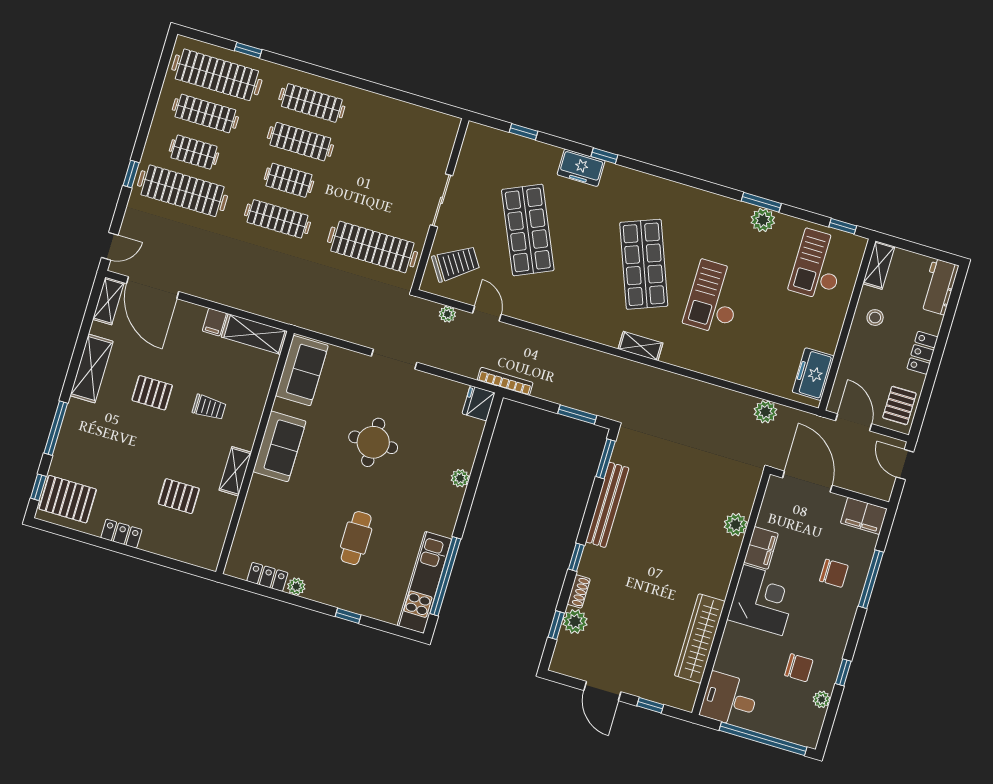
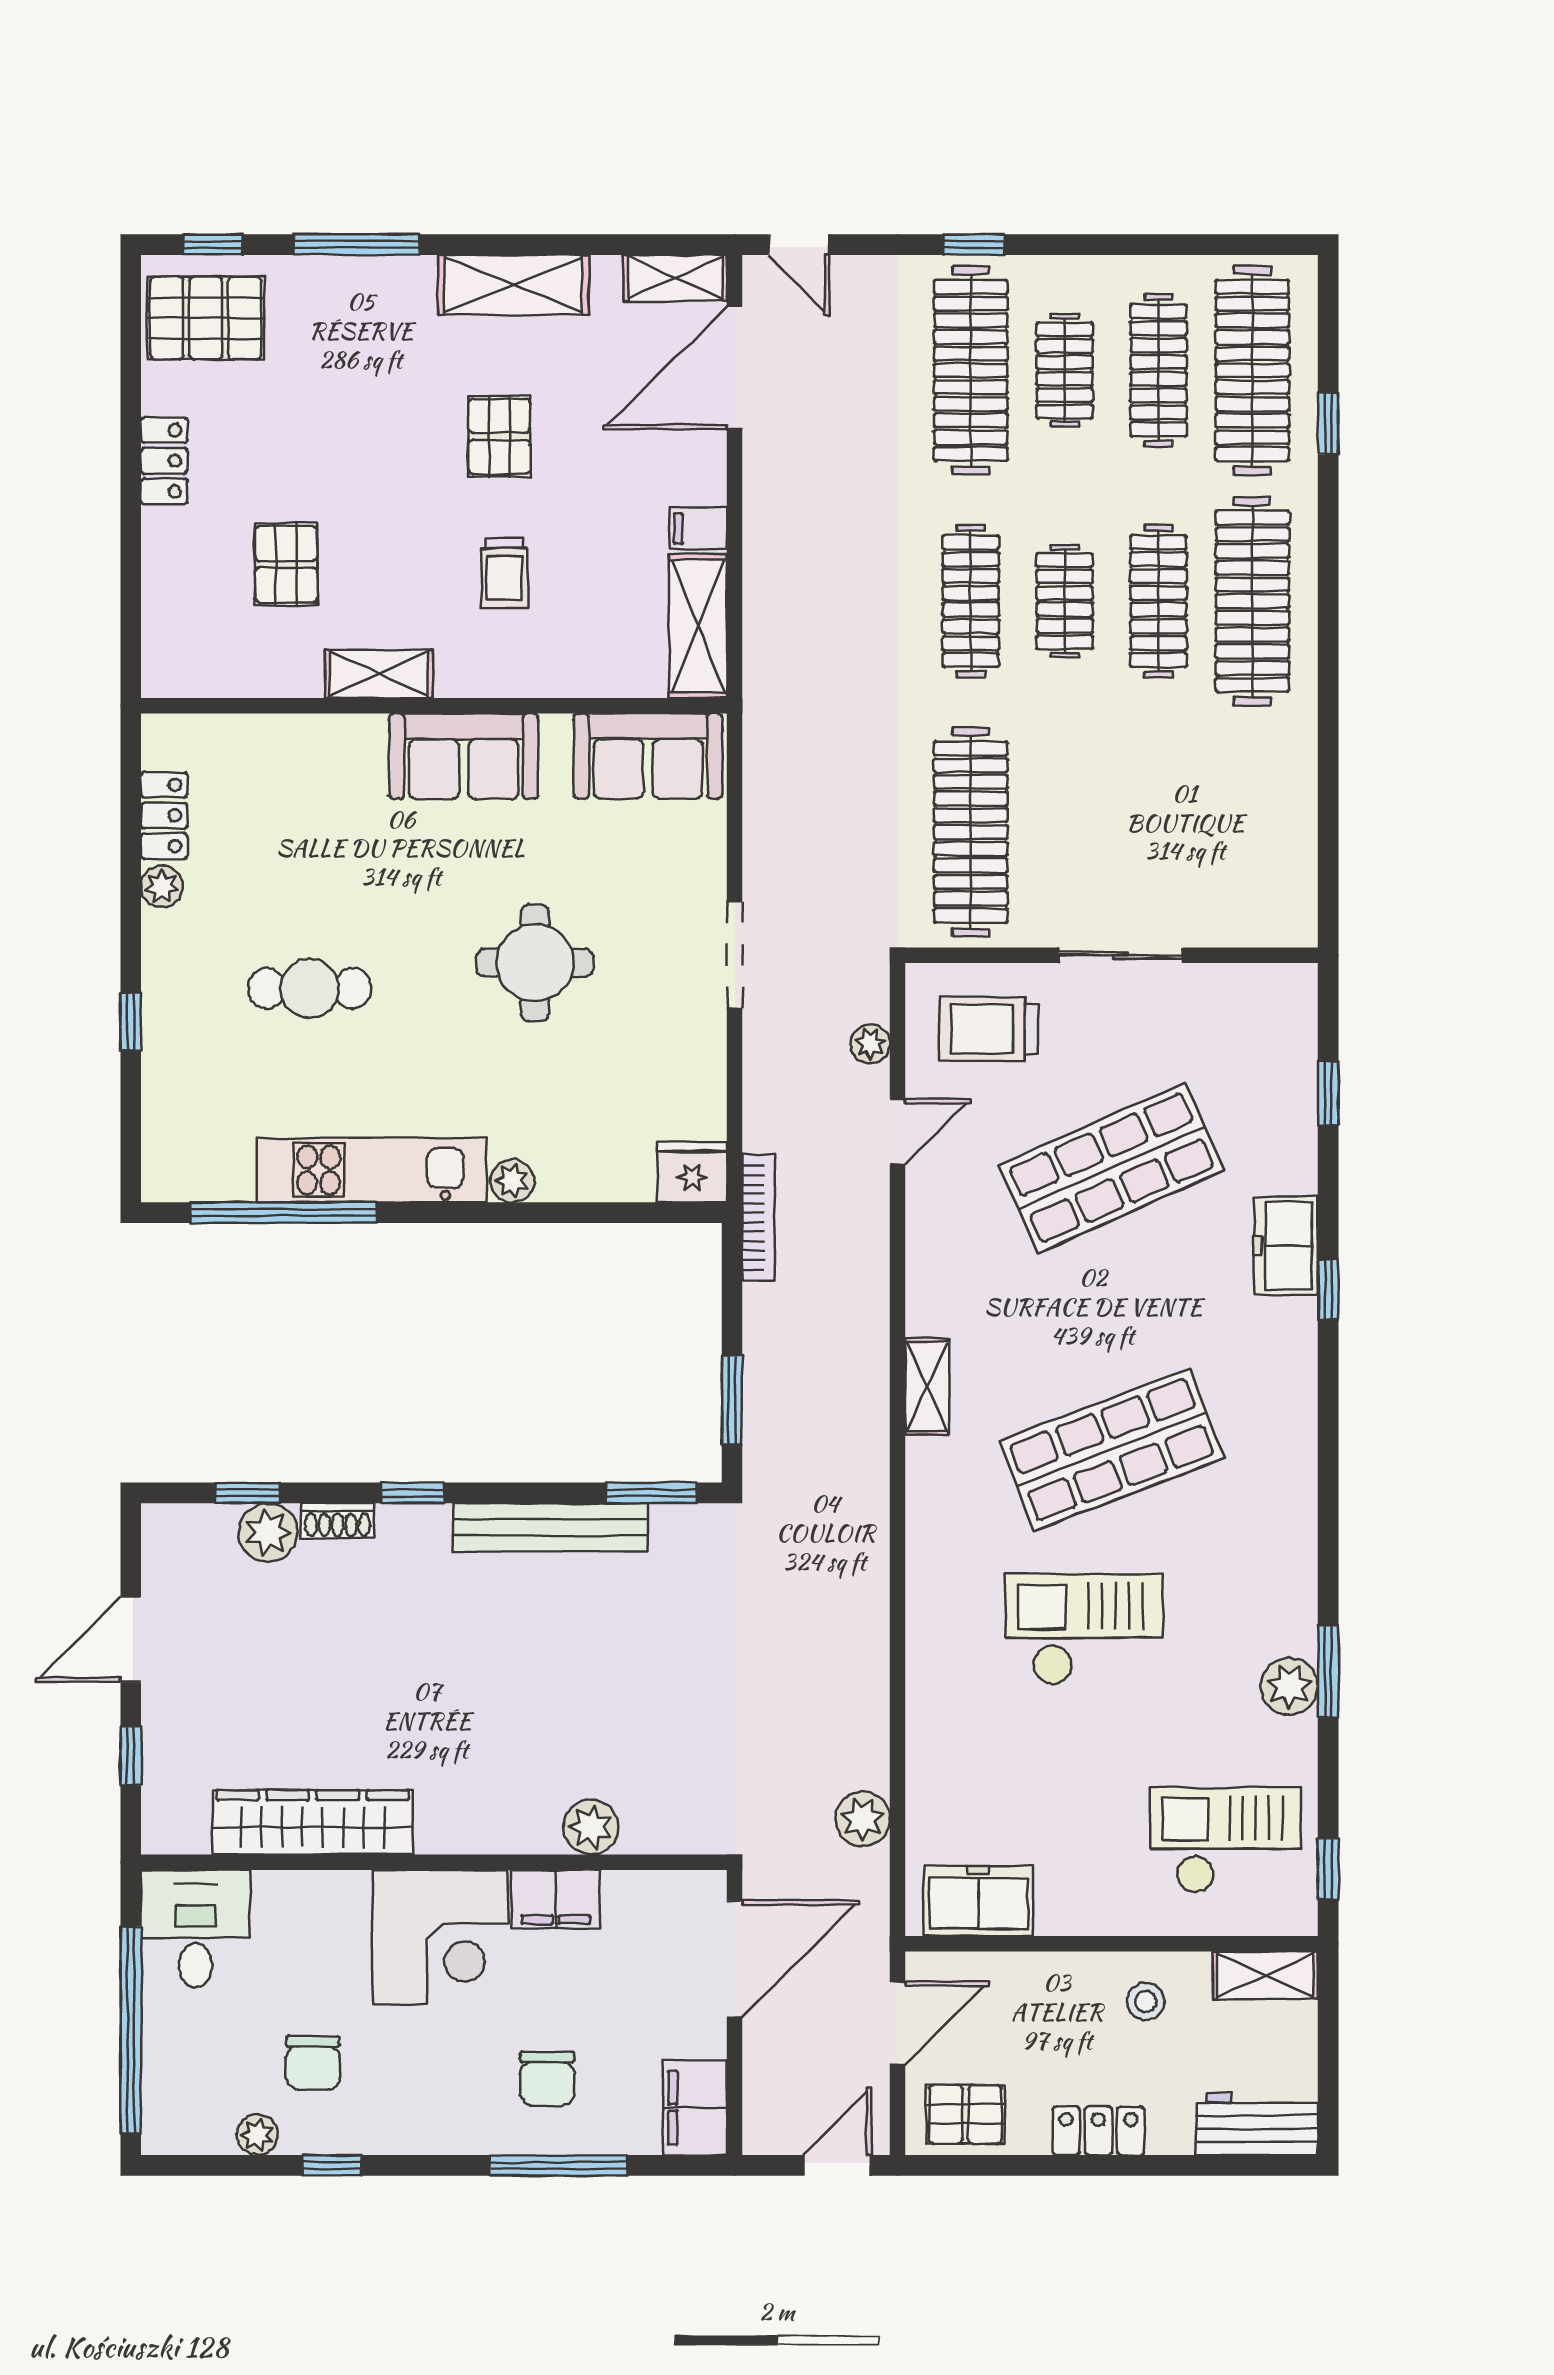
clothes rail: (312, 103) -> (1252, 601), width x1.37, depth x1.31
trolley: (456, 264) -> (989, 1029), turned 123
shelving: (641, 346) -> (927, 1387), moved
pallet: (68, 499) -> (206, 318), turned 90
kitchen unit: (424, 582) -> (372, 1170), moved

